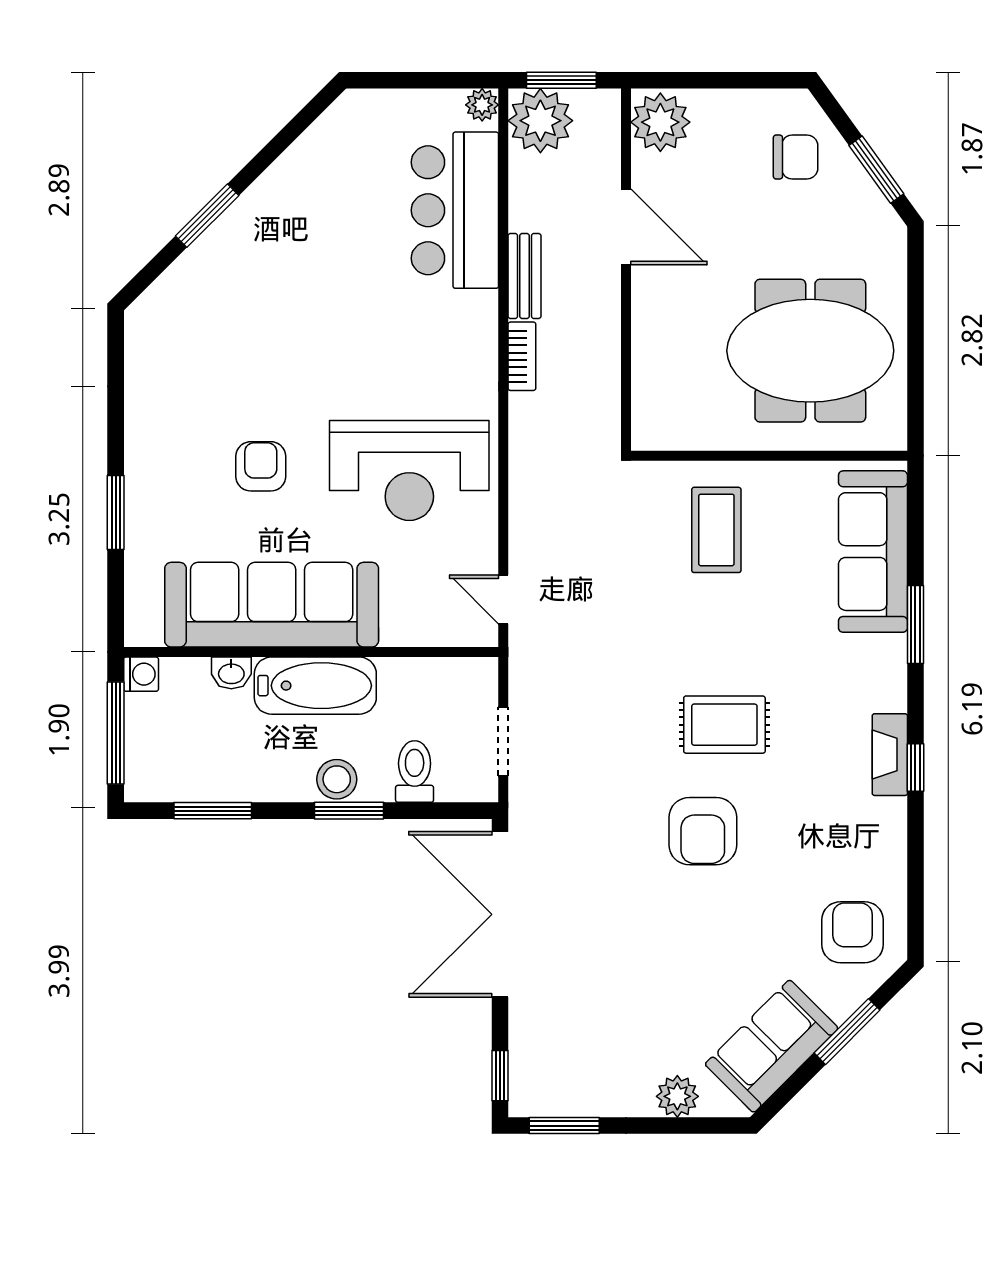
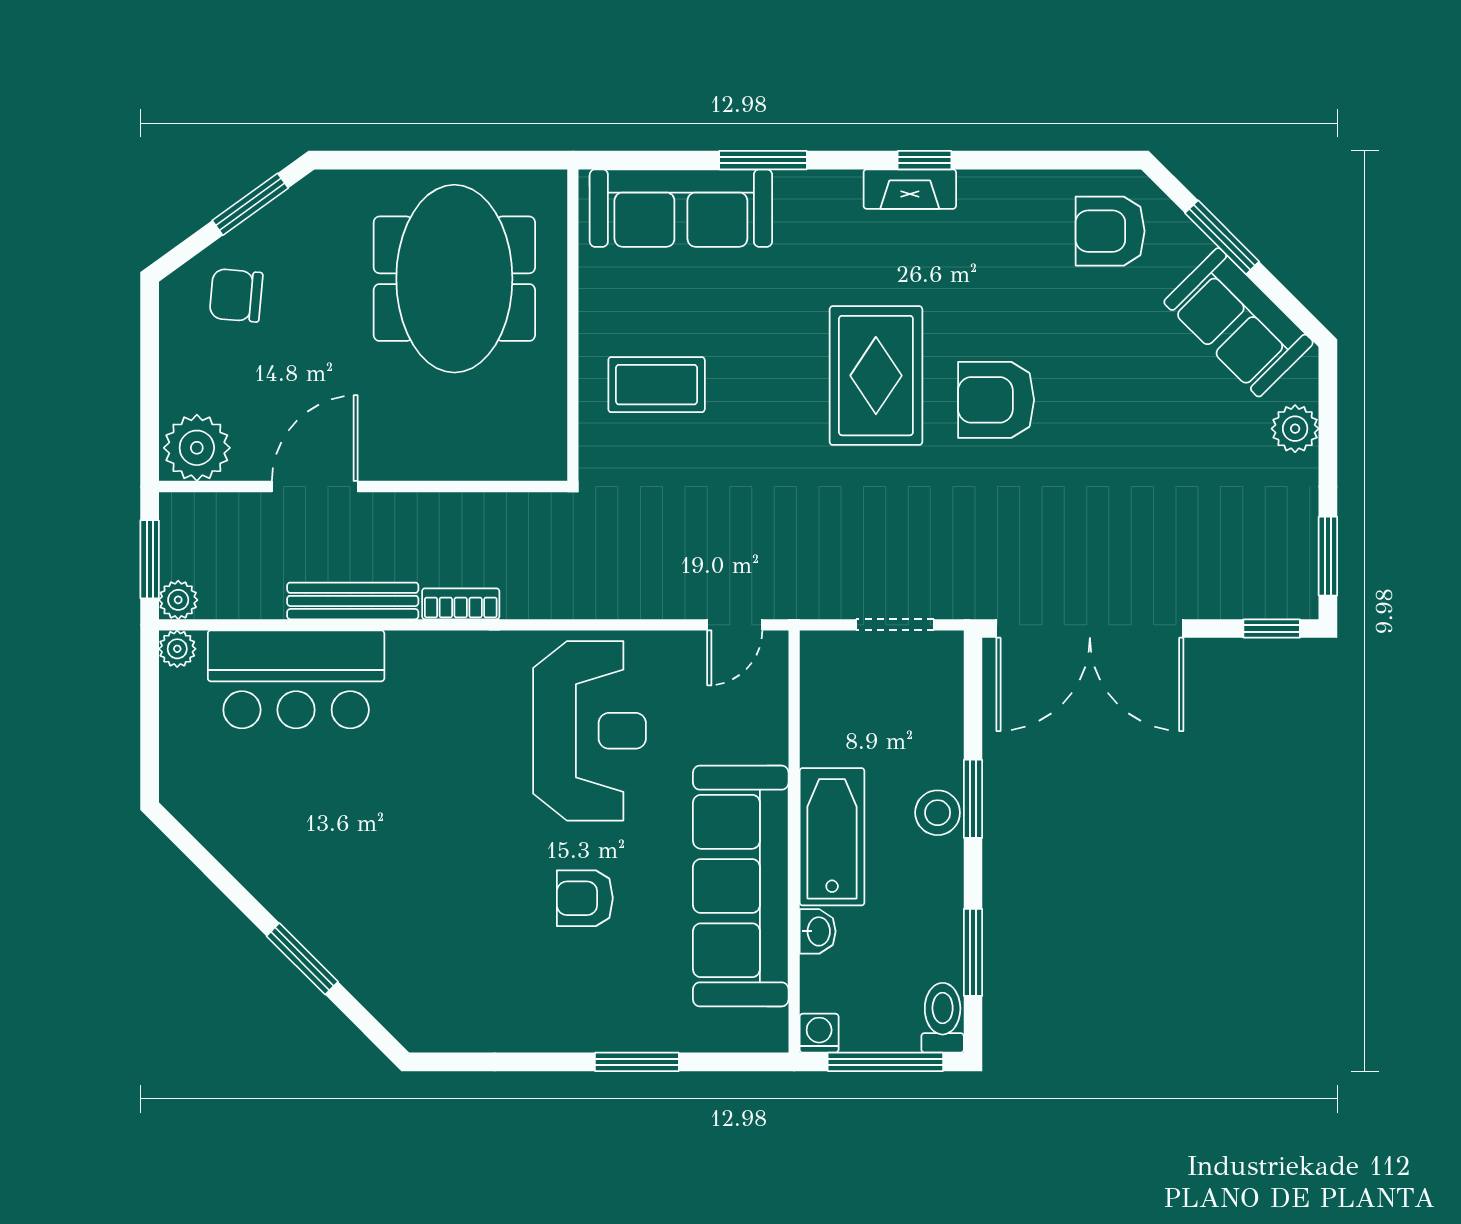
plant: (540, 121) -> (178, 600), width x0.53, depth x0.53
chair: (796, 157) -> (236, 295), turned -85
bench: (524, 276) -> (353, 601), width x1.36
rug: (724, 725) -> (876, 376), width x1.36, depth x1.43
toilet: (415, 772) -> (943, 1018), moved, turned 90
armchair: (703, 831) -> (996, 400), turned 180

